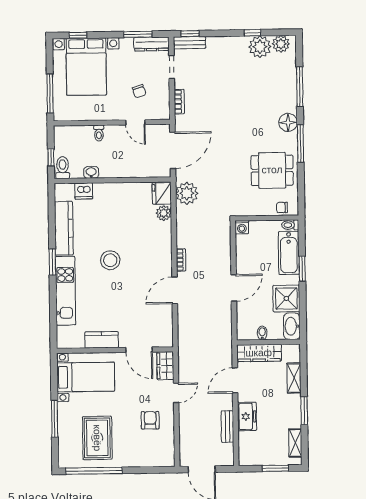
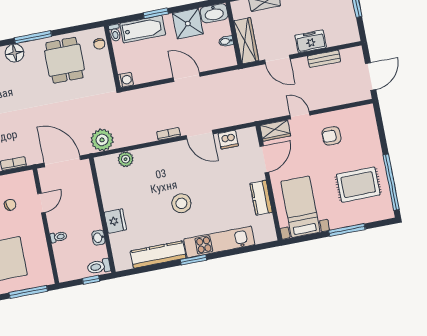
dishwasher: (84, 191) -> (228, 140), moved, turned 90
fridge: (162, 193) -> (115, 221), moved, turned -90

